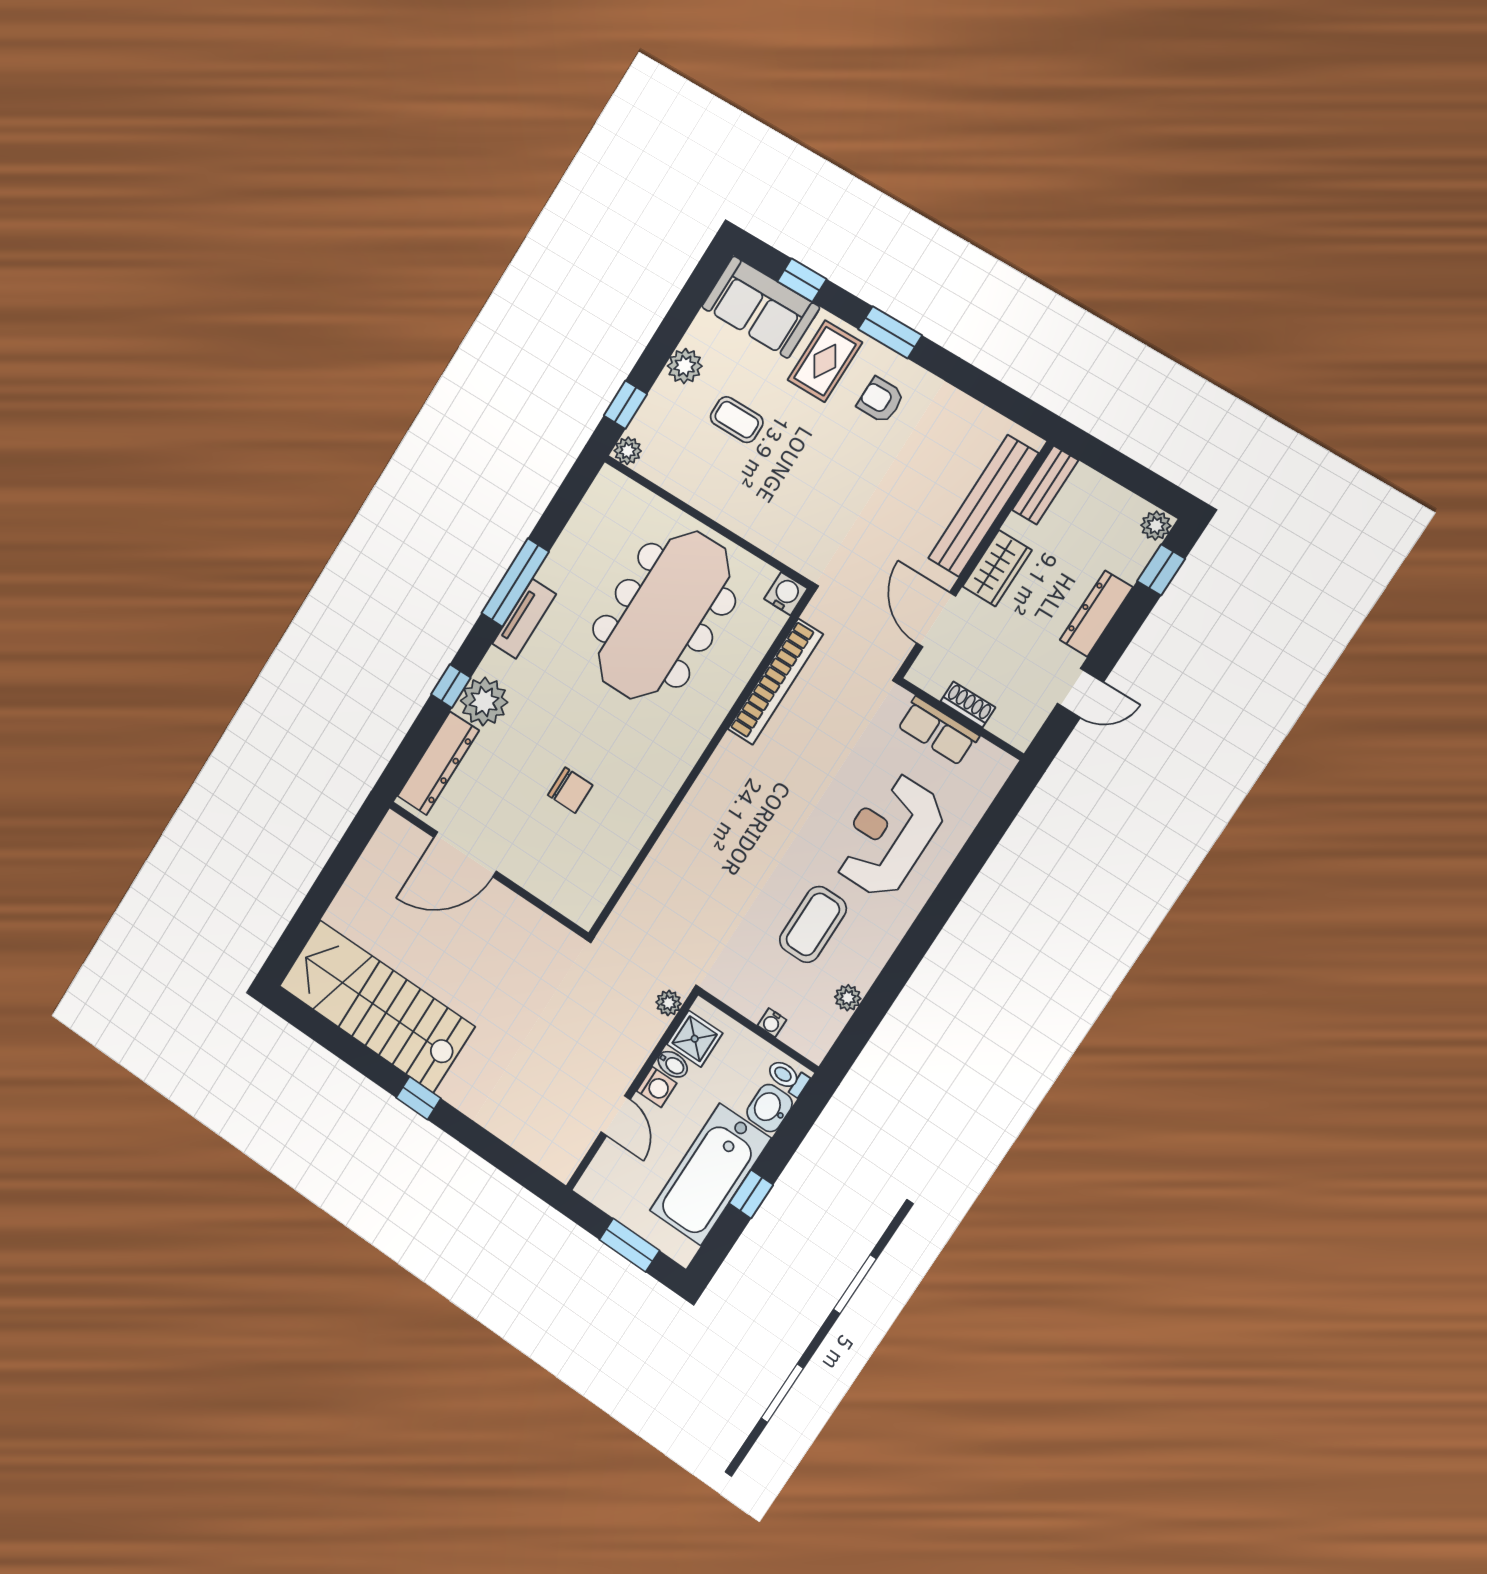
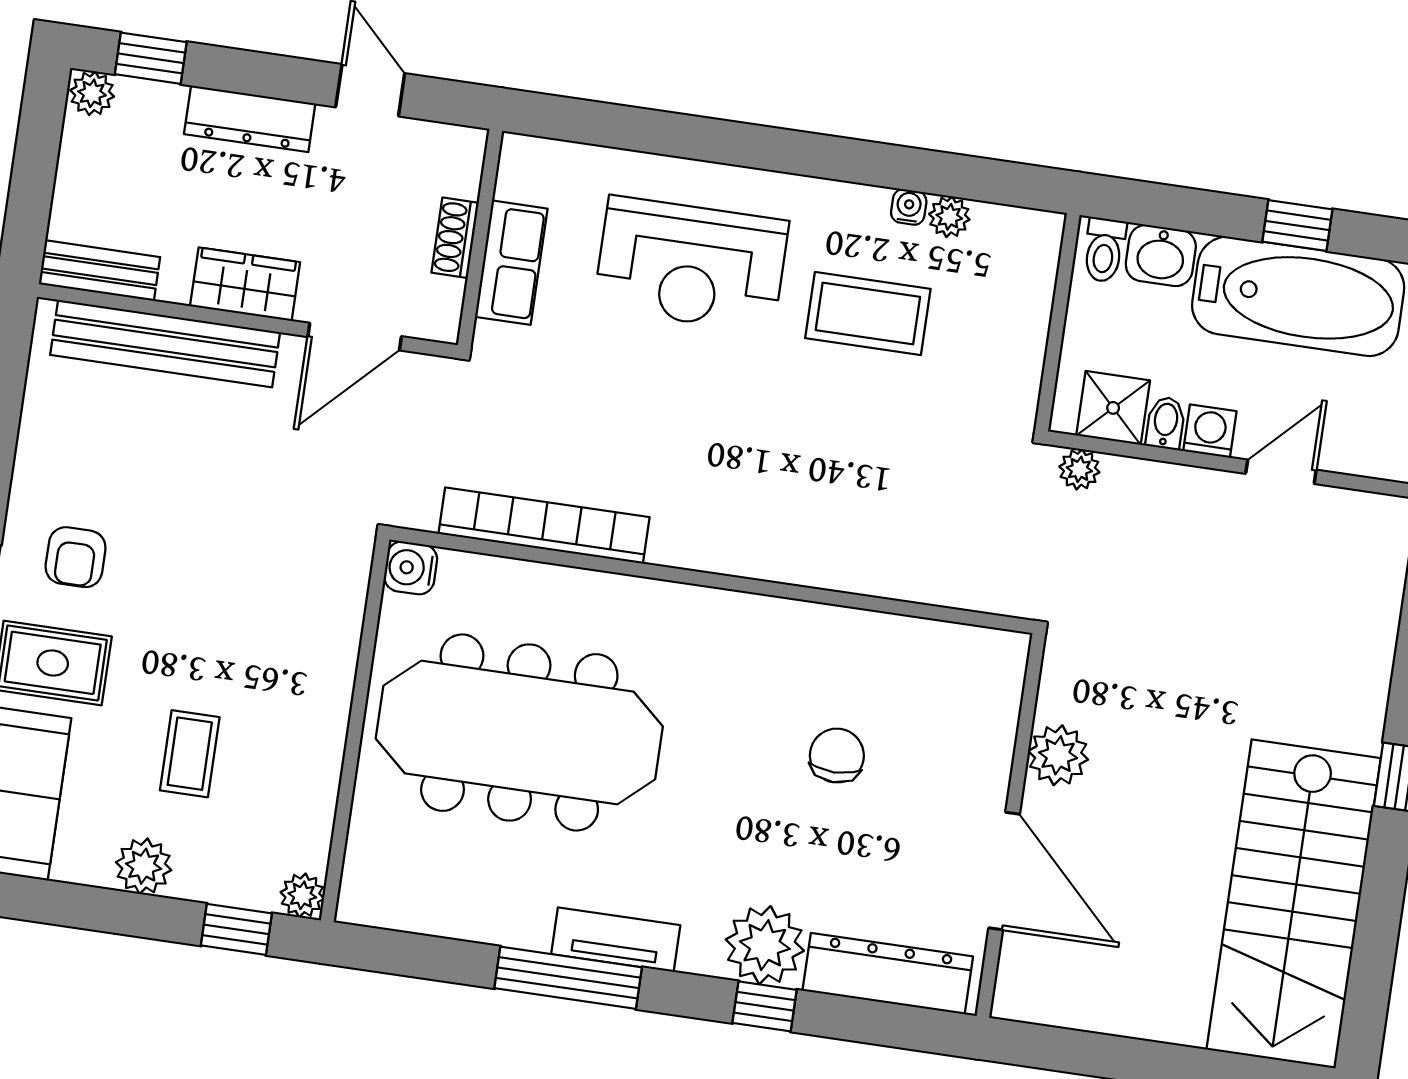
plant: (515, 915) -> (1058, 755), added
water cooler: (772, 1023) -> (909, 207), moved, turned -90

